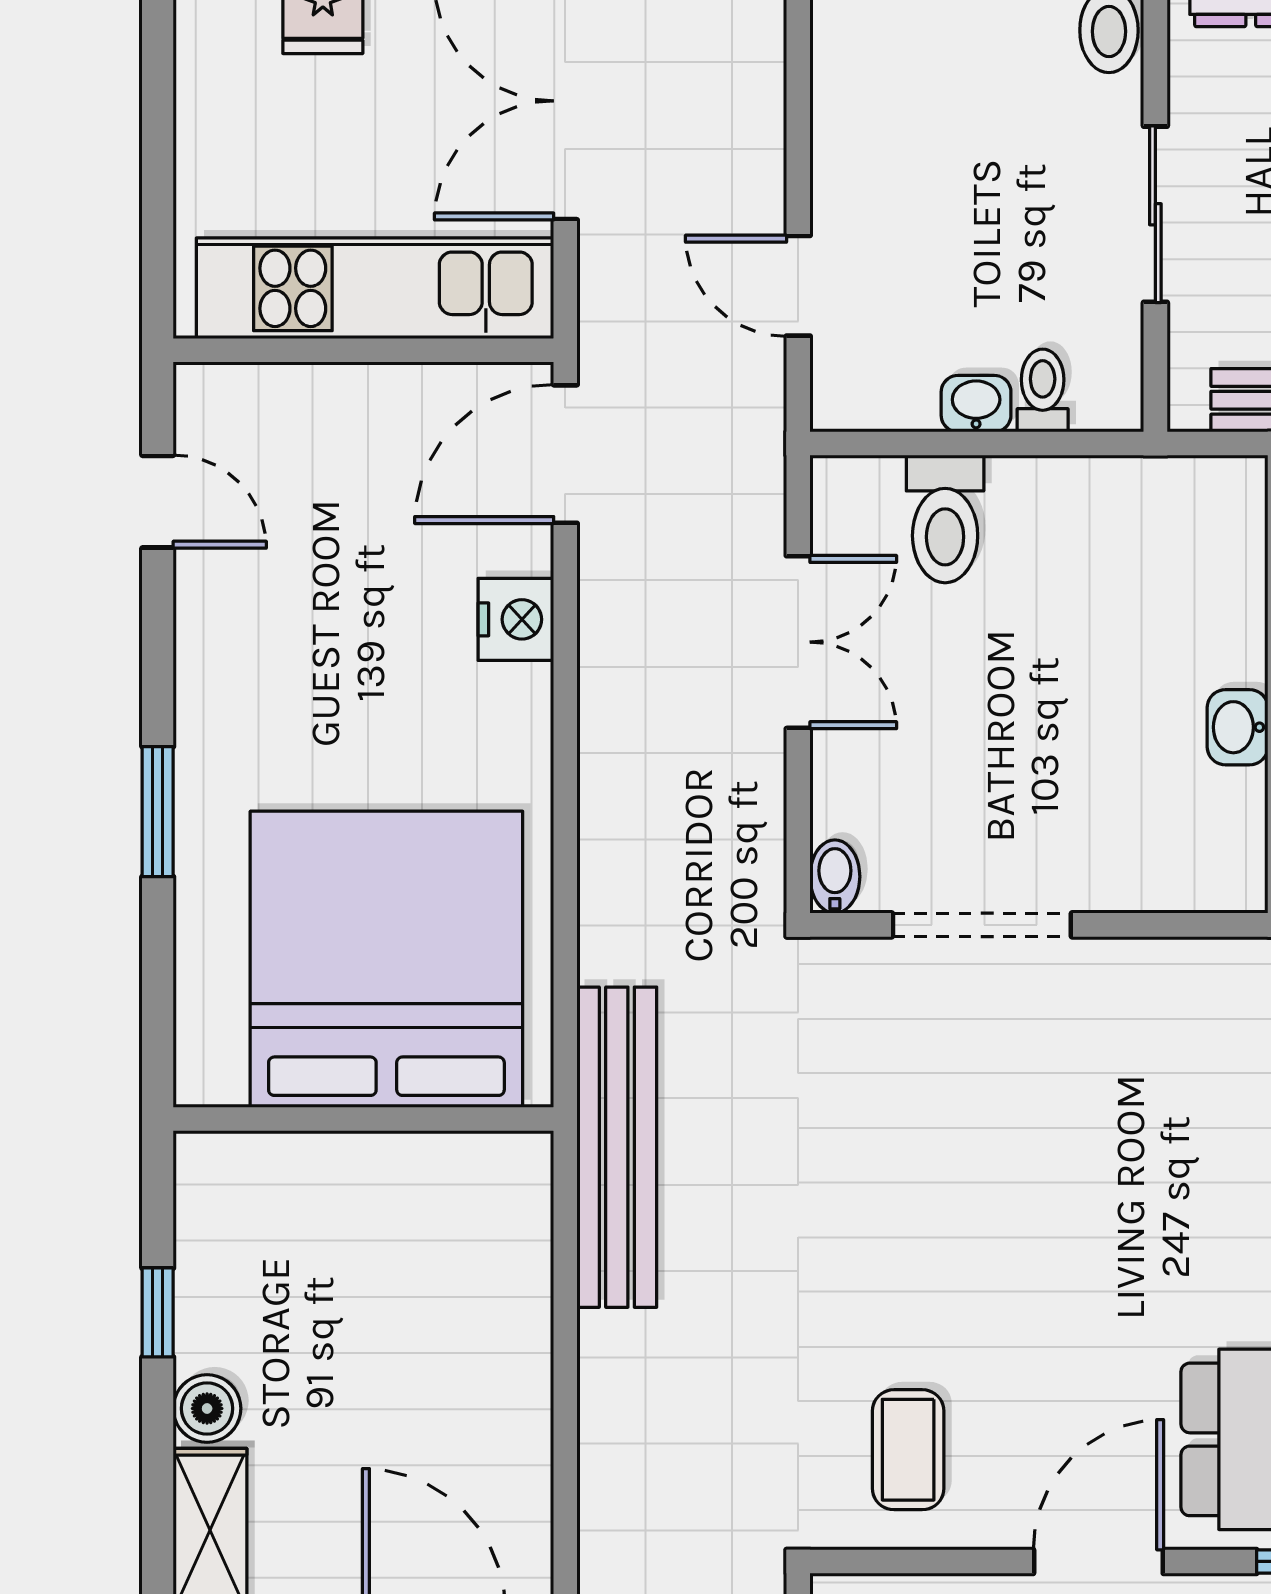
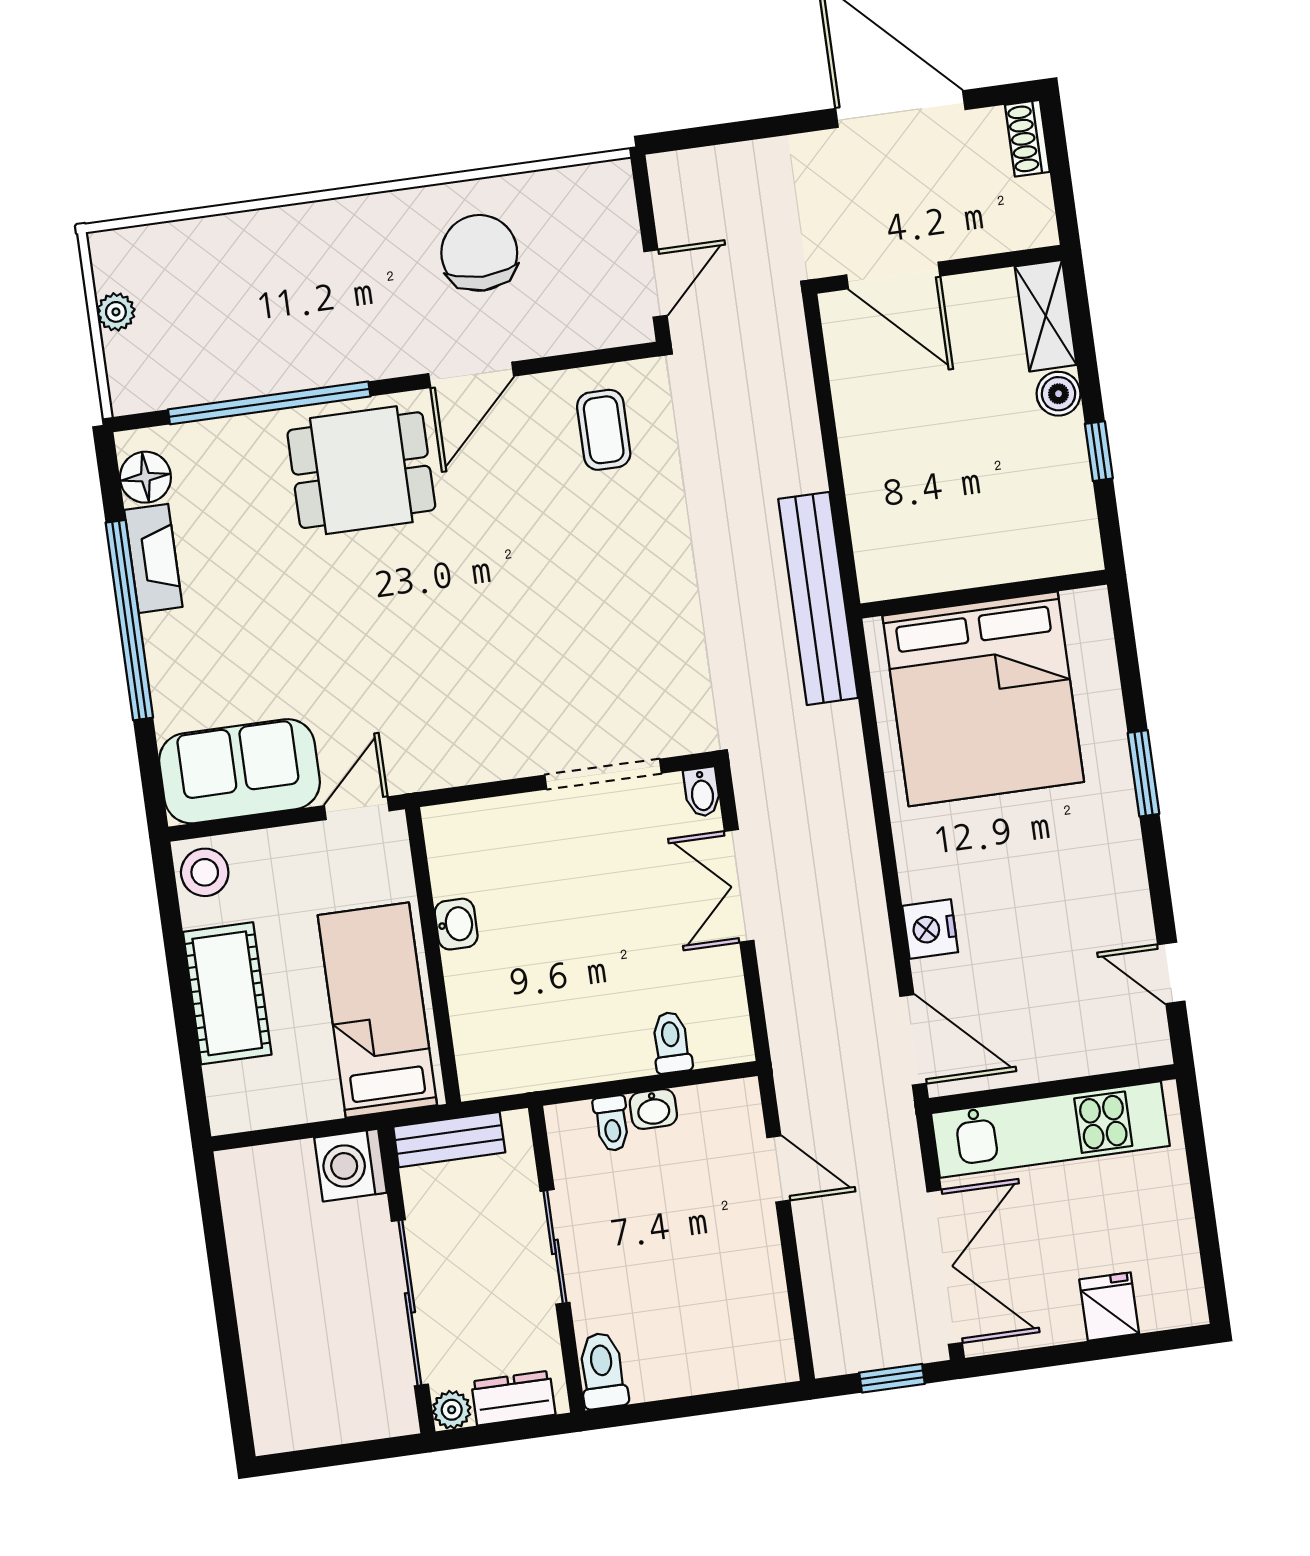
door: (565, 454) -> (913, 1040), hinge flipped
toilet: (945, 519) -> (671, 1042), width x0.73, depth x0.72
double door: (798, 642) -> (739, 886), moved

